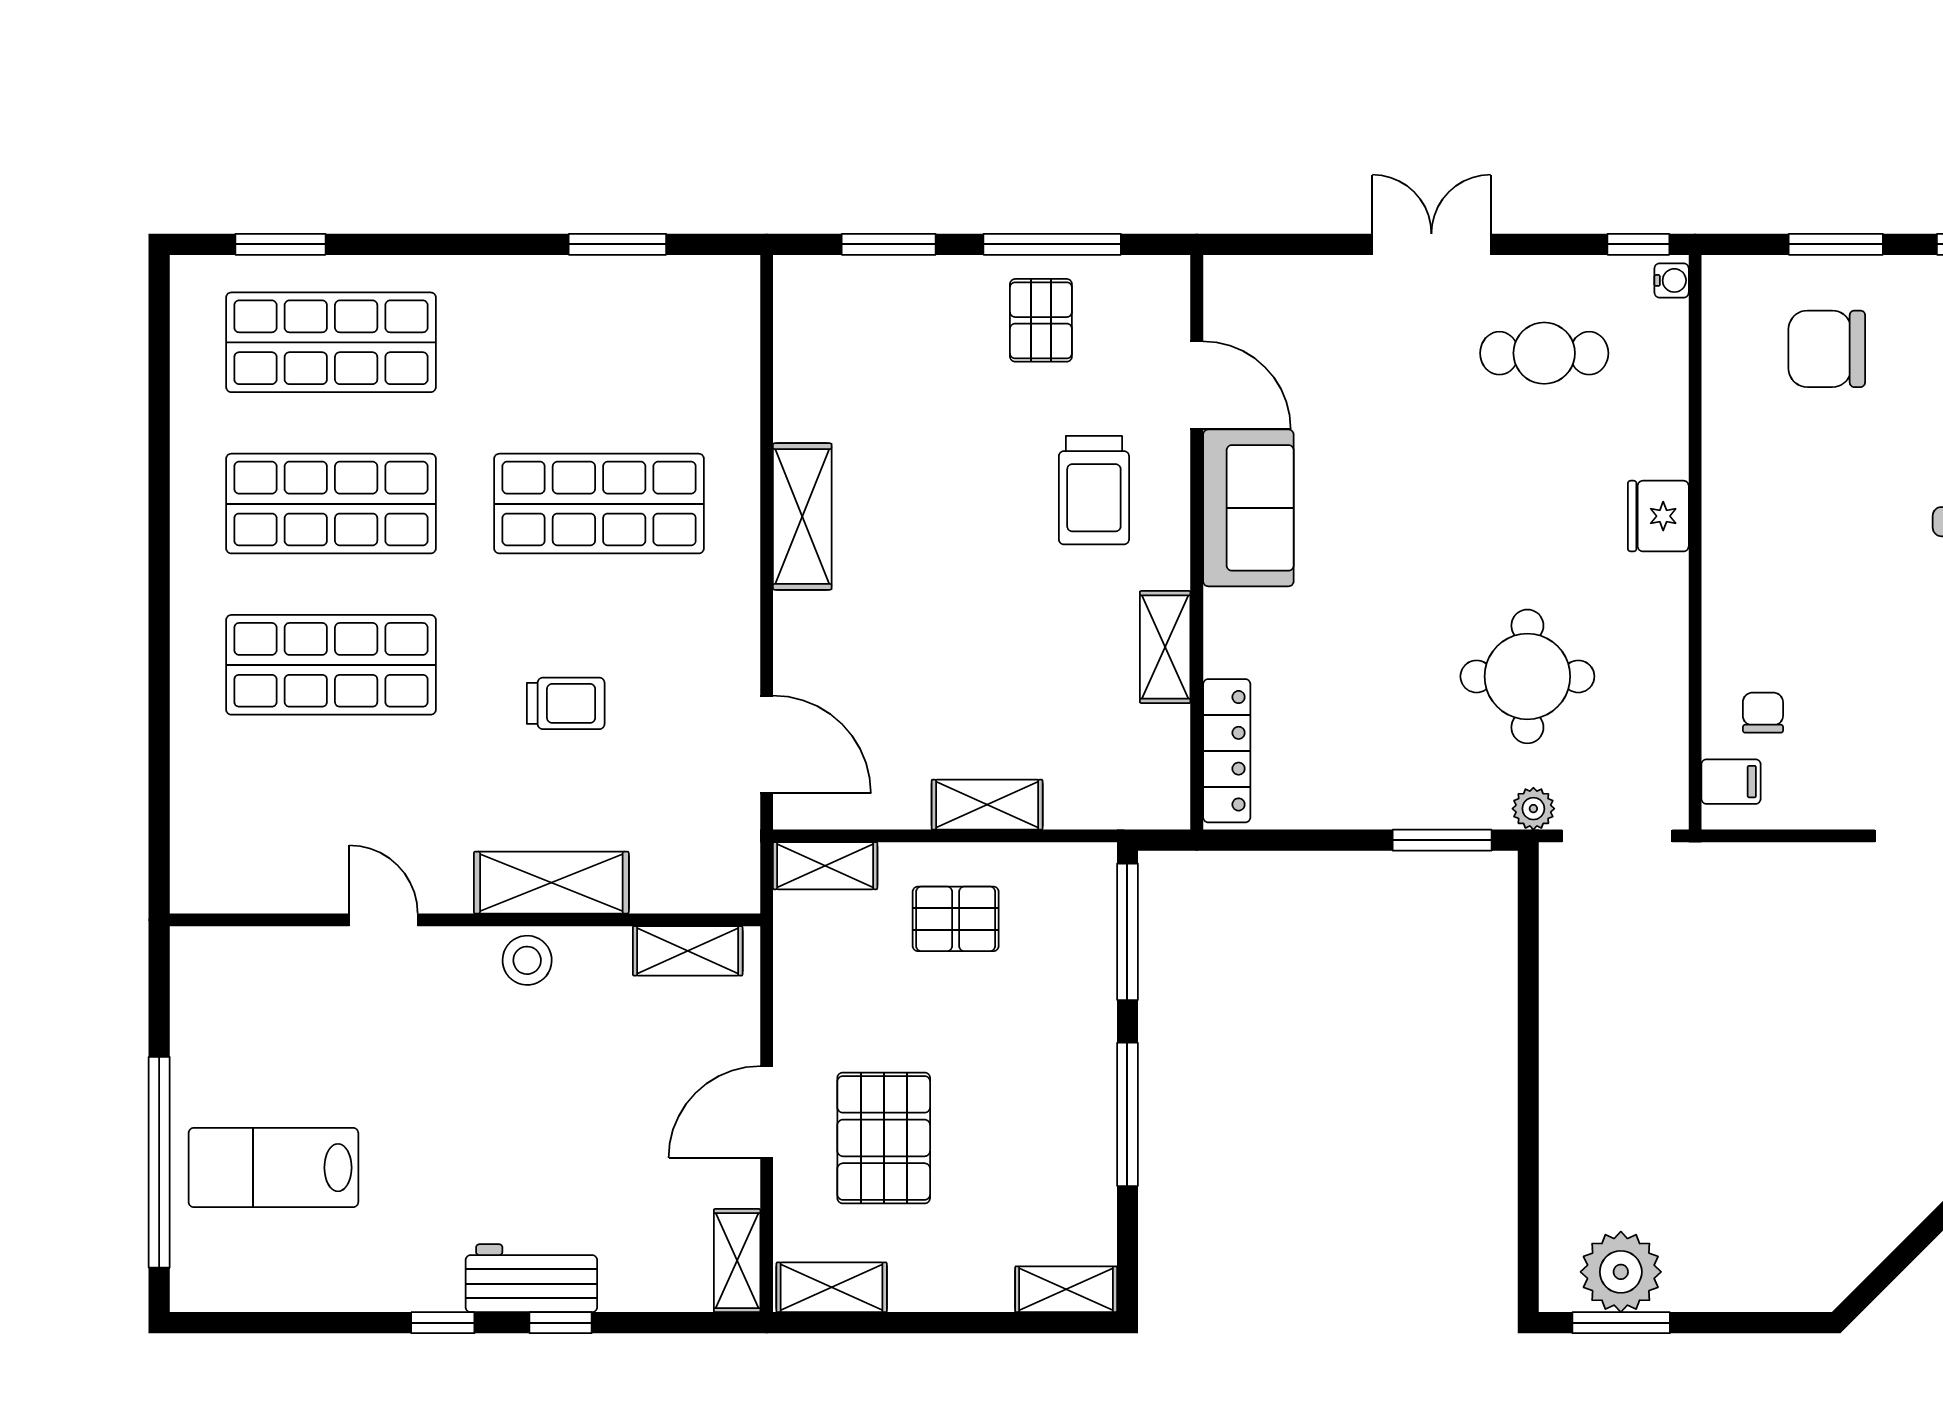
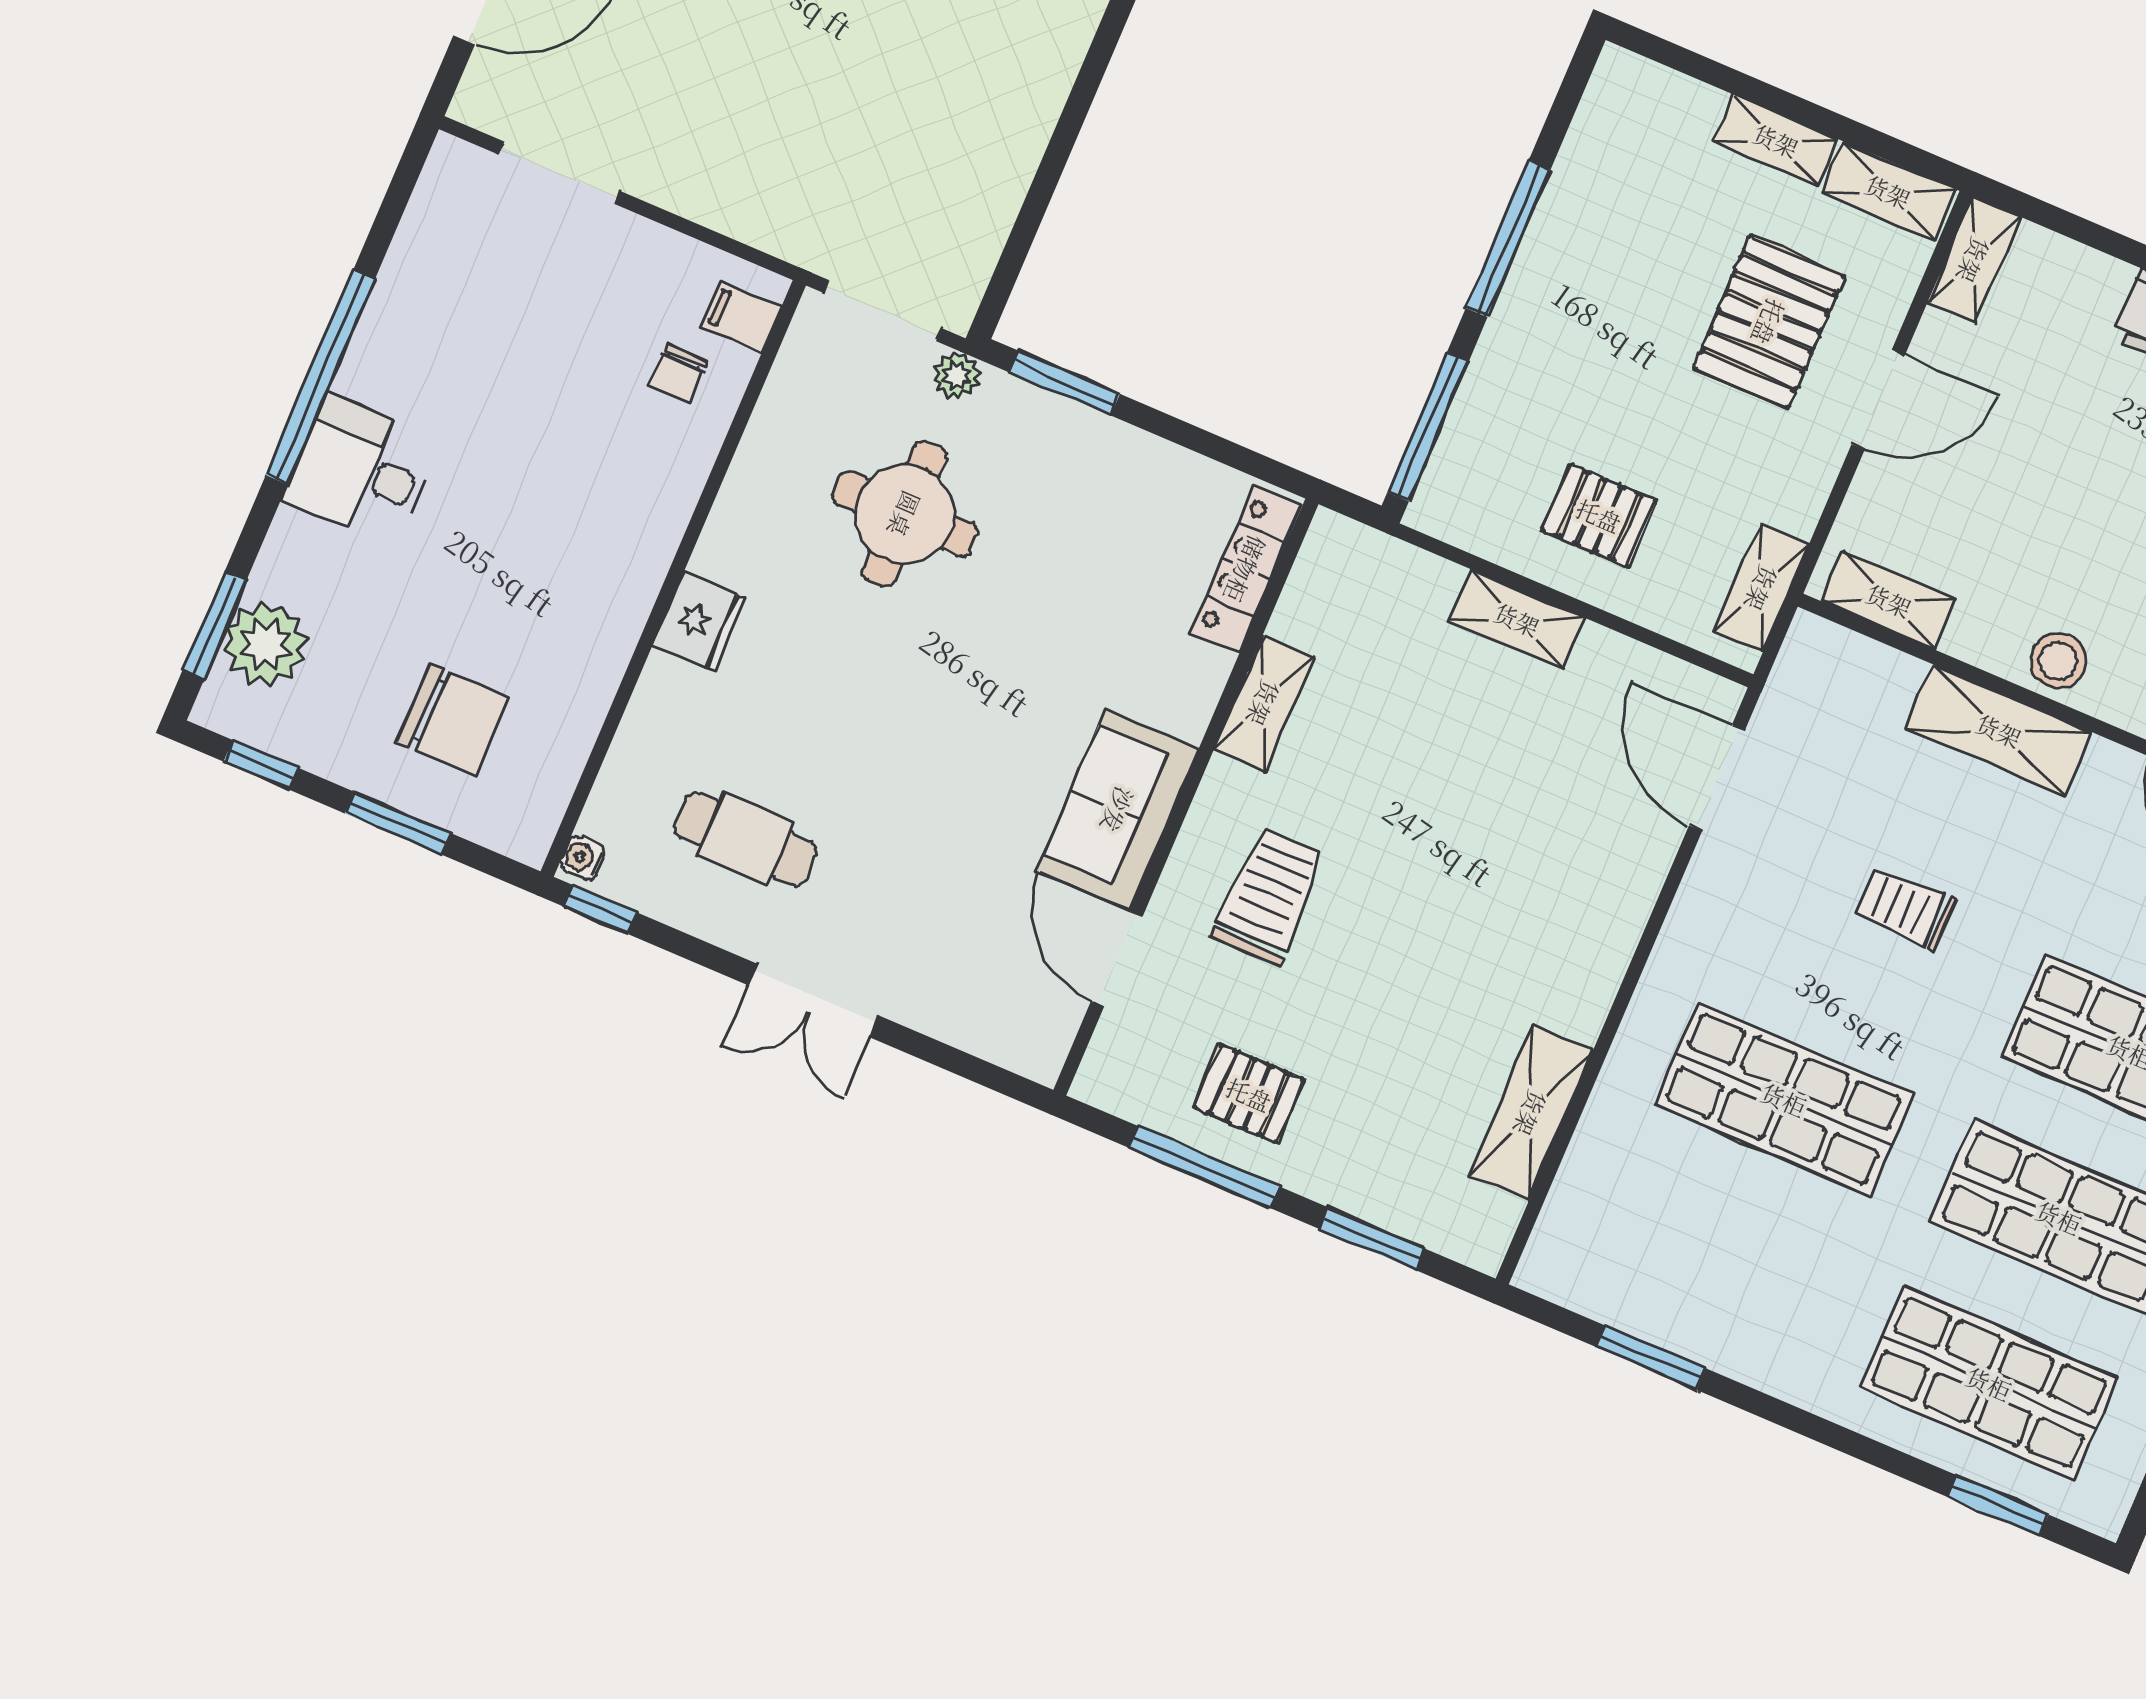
pallet: (1041, 320) -> (1249, 1094), turned 90
shelving: (802, 516) -> (1531, 1113), moved
shelving: (825, 866) -> (1762, 588), moved, turned 90
shelving: (1066, 1289) -> (1776, 140), moved

